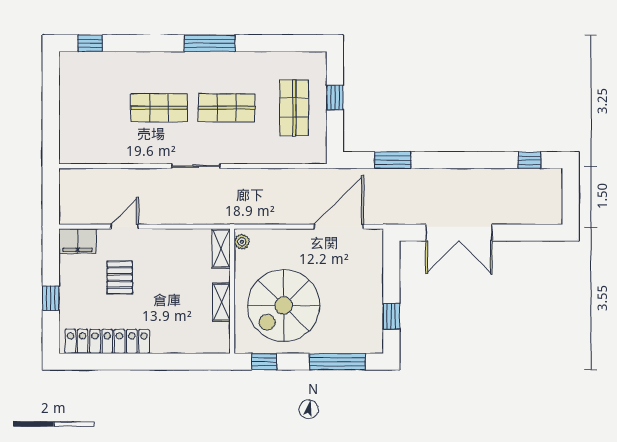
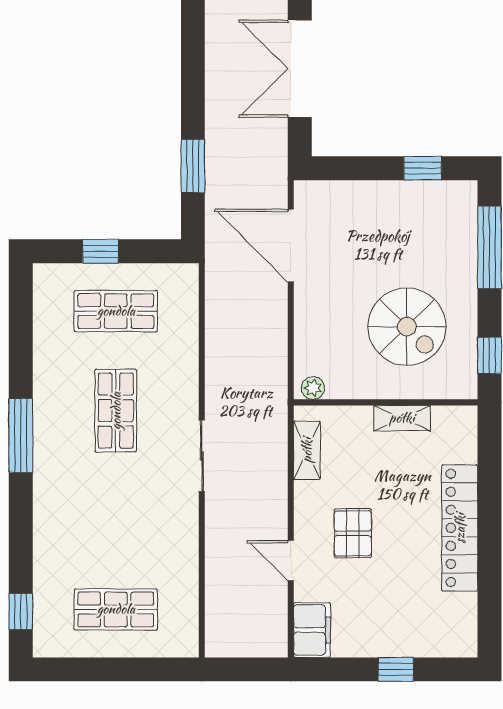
shop shelf: (159, 108) -> (116, 609), moved, turned 90
double door: (459, 233) -> (300, 69), swing flipped
shelving: (221, 249) -> (307, 450), moved, turned 90
pallet: (120, 278) -> (353, 533), moved, turned 90
spiral stairs: (284, 306) -> (407, 327), width x0.73, depth x0.73
locker: (107, 341) -> (460, 528), moved

